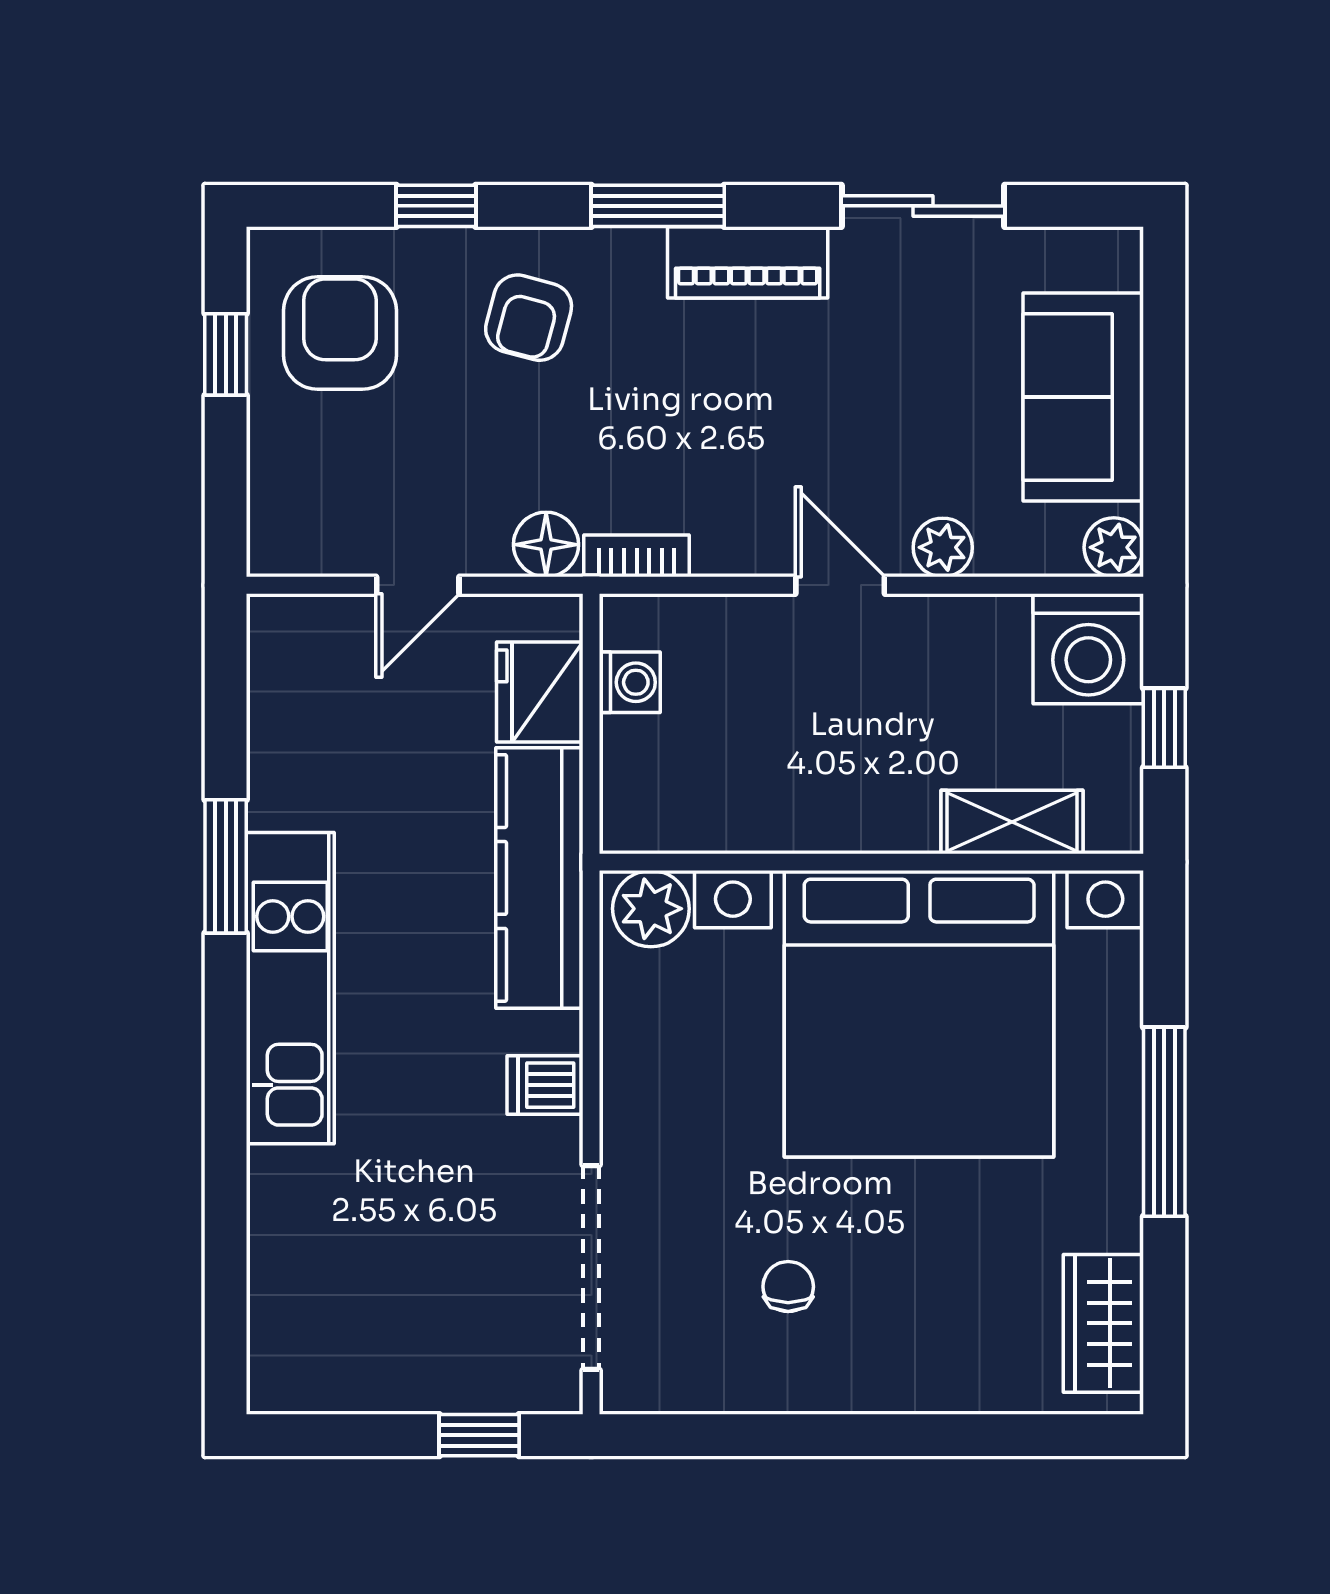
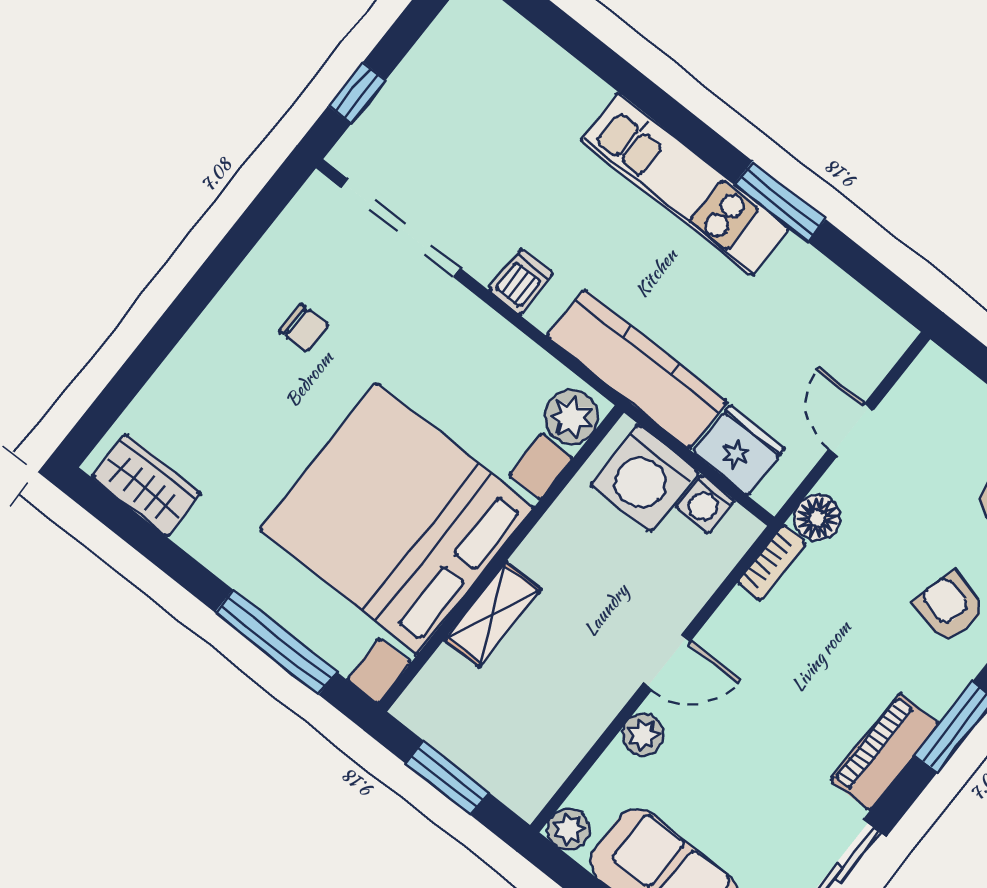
washing machine: (1088, 649) -> (644, 478), moved, turned -90
window: (1164, 728) -> (447, 778), width x1.50
shelving: (1012, 822) -> (493, 614), moved
window: (1164, 1122) -> (276, 642), moved

